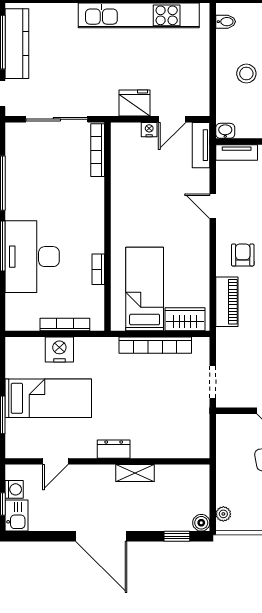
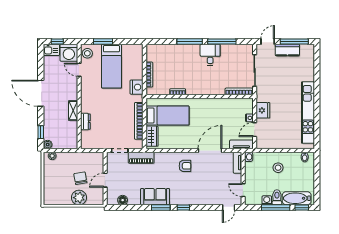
kitchen counter: (17, 44) -> (287, 50), width x0.67
door: (172, 119) -> (255, 130), hinge flipped
door: (213, 206) -> (210, 150), width x1.88
desk: (32, 257) -> (210, 55), moved, width x0.53, depth x0.77
piano: (227, 302) -> (141, 158), moved
nightstand: (59, 349) -> (137, 87), moved
stool: (23, 445) -> (87, 53), added
dresser: (114, 449) -> (85, 122), moved
washing machine: (14, 489) -> (69, 53), width x1.89, depth x1.89
door: (101, 536) -> (41, 93), hinge flipped

